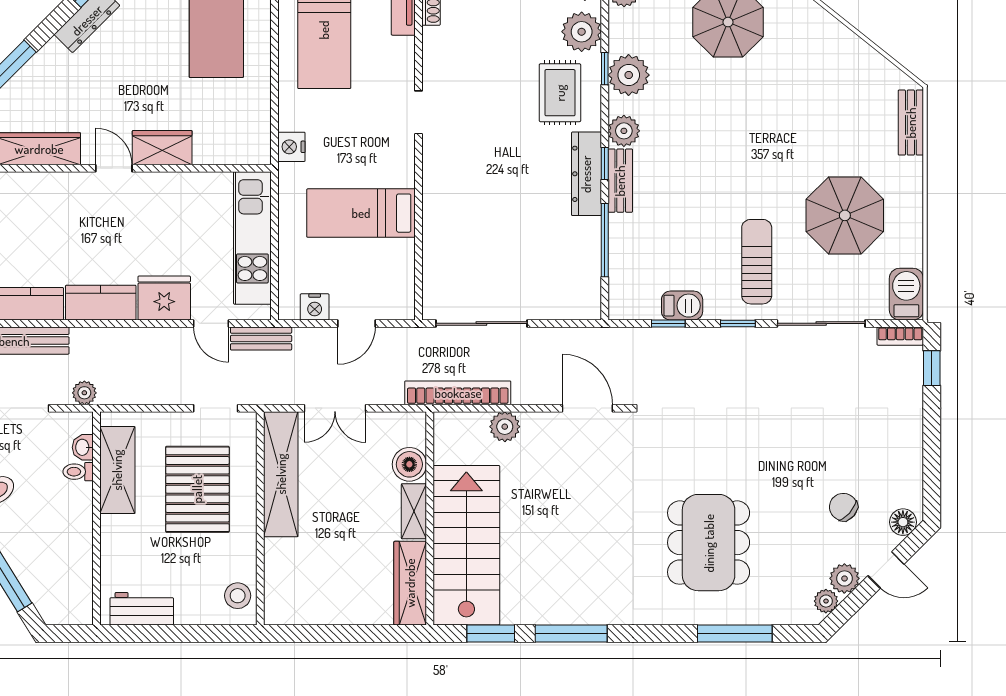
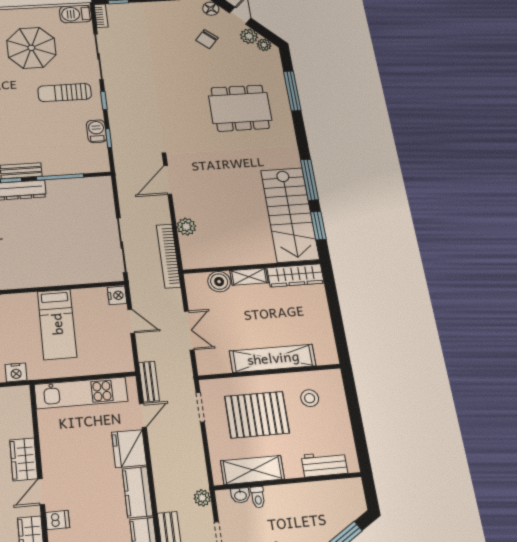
dishwasher: (72, 187) -> (58, 520), added
nightstand: (315, 307) -> (117, 295), moved
shelving: (281, 474) -> (273, 358), moved
stairs: (466, 545) -> (290, 215), moved, turned -90
stool: (238, 596) -> (310, 398), moved
workbench: (142, 609) -> (324, 464), moved, turned 90

